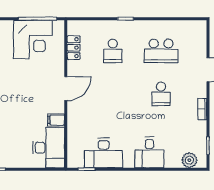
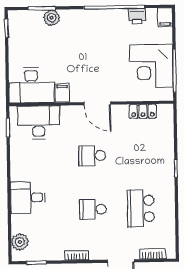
bookcase: (202, 41) -> (152, 254), added
school desk: (113, 51) -> (92, 156), moved
desk: (104, 153) -> (39, 122), moved, turned 90

